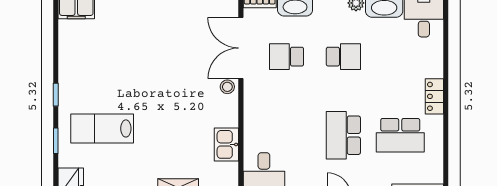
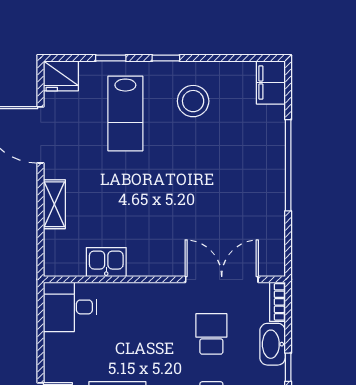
stool: (227, 87) -> (193, 101), moved, width x1.89, depth x1.89
lab bench: (102, 128) -> (125, 113), turned 180

